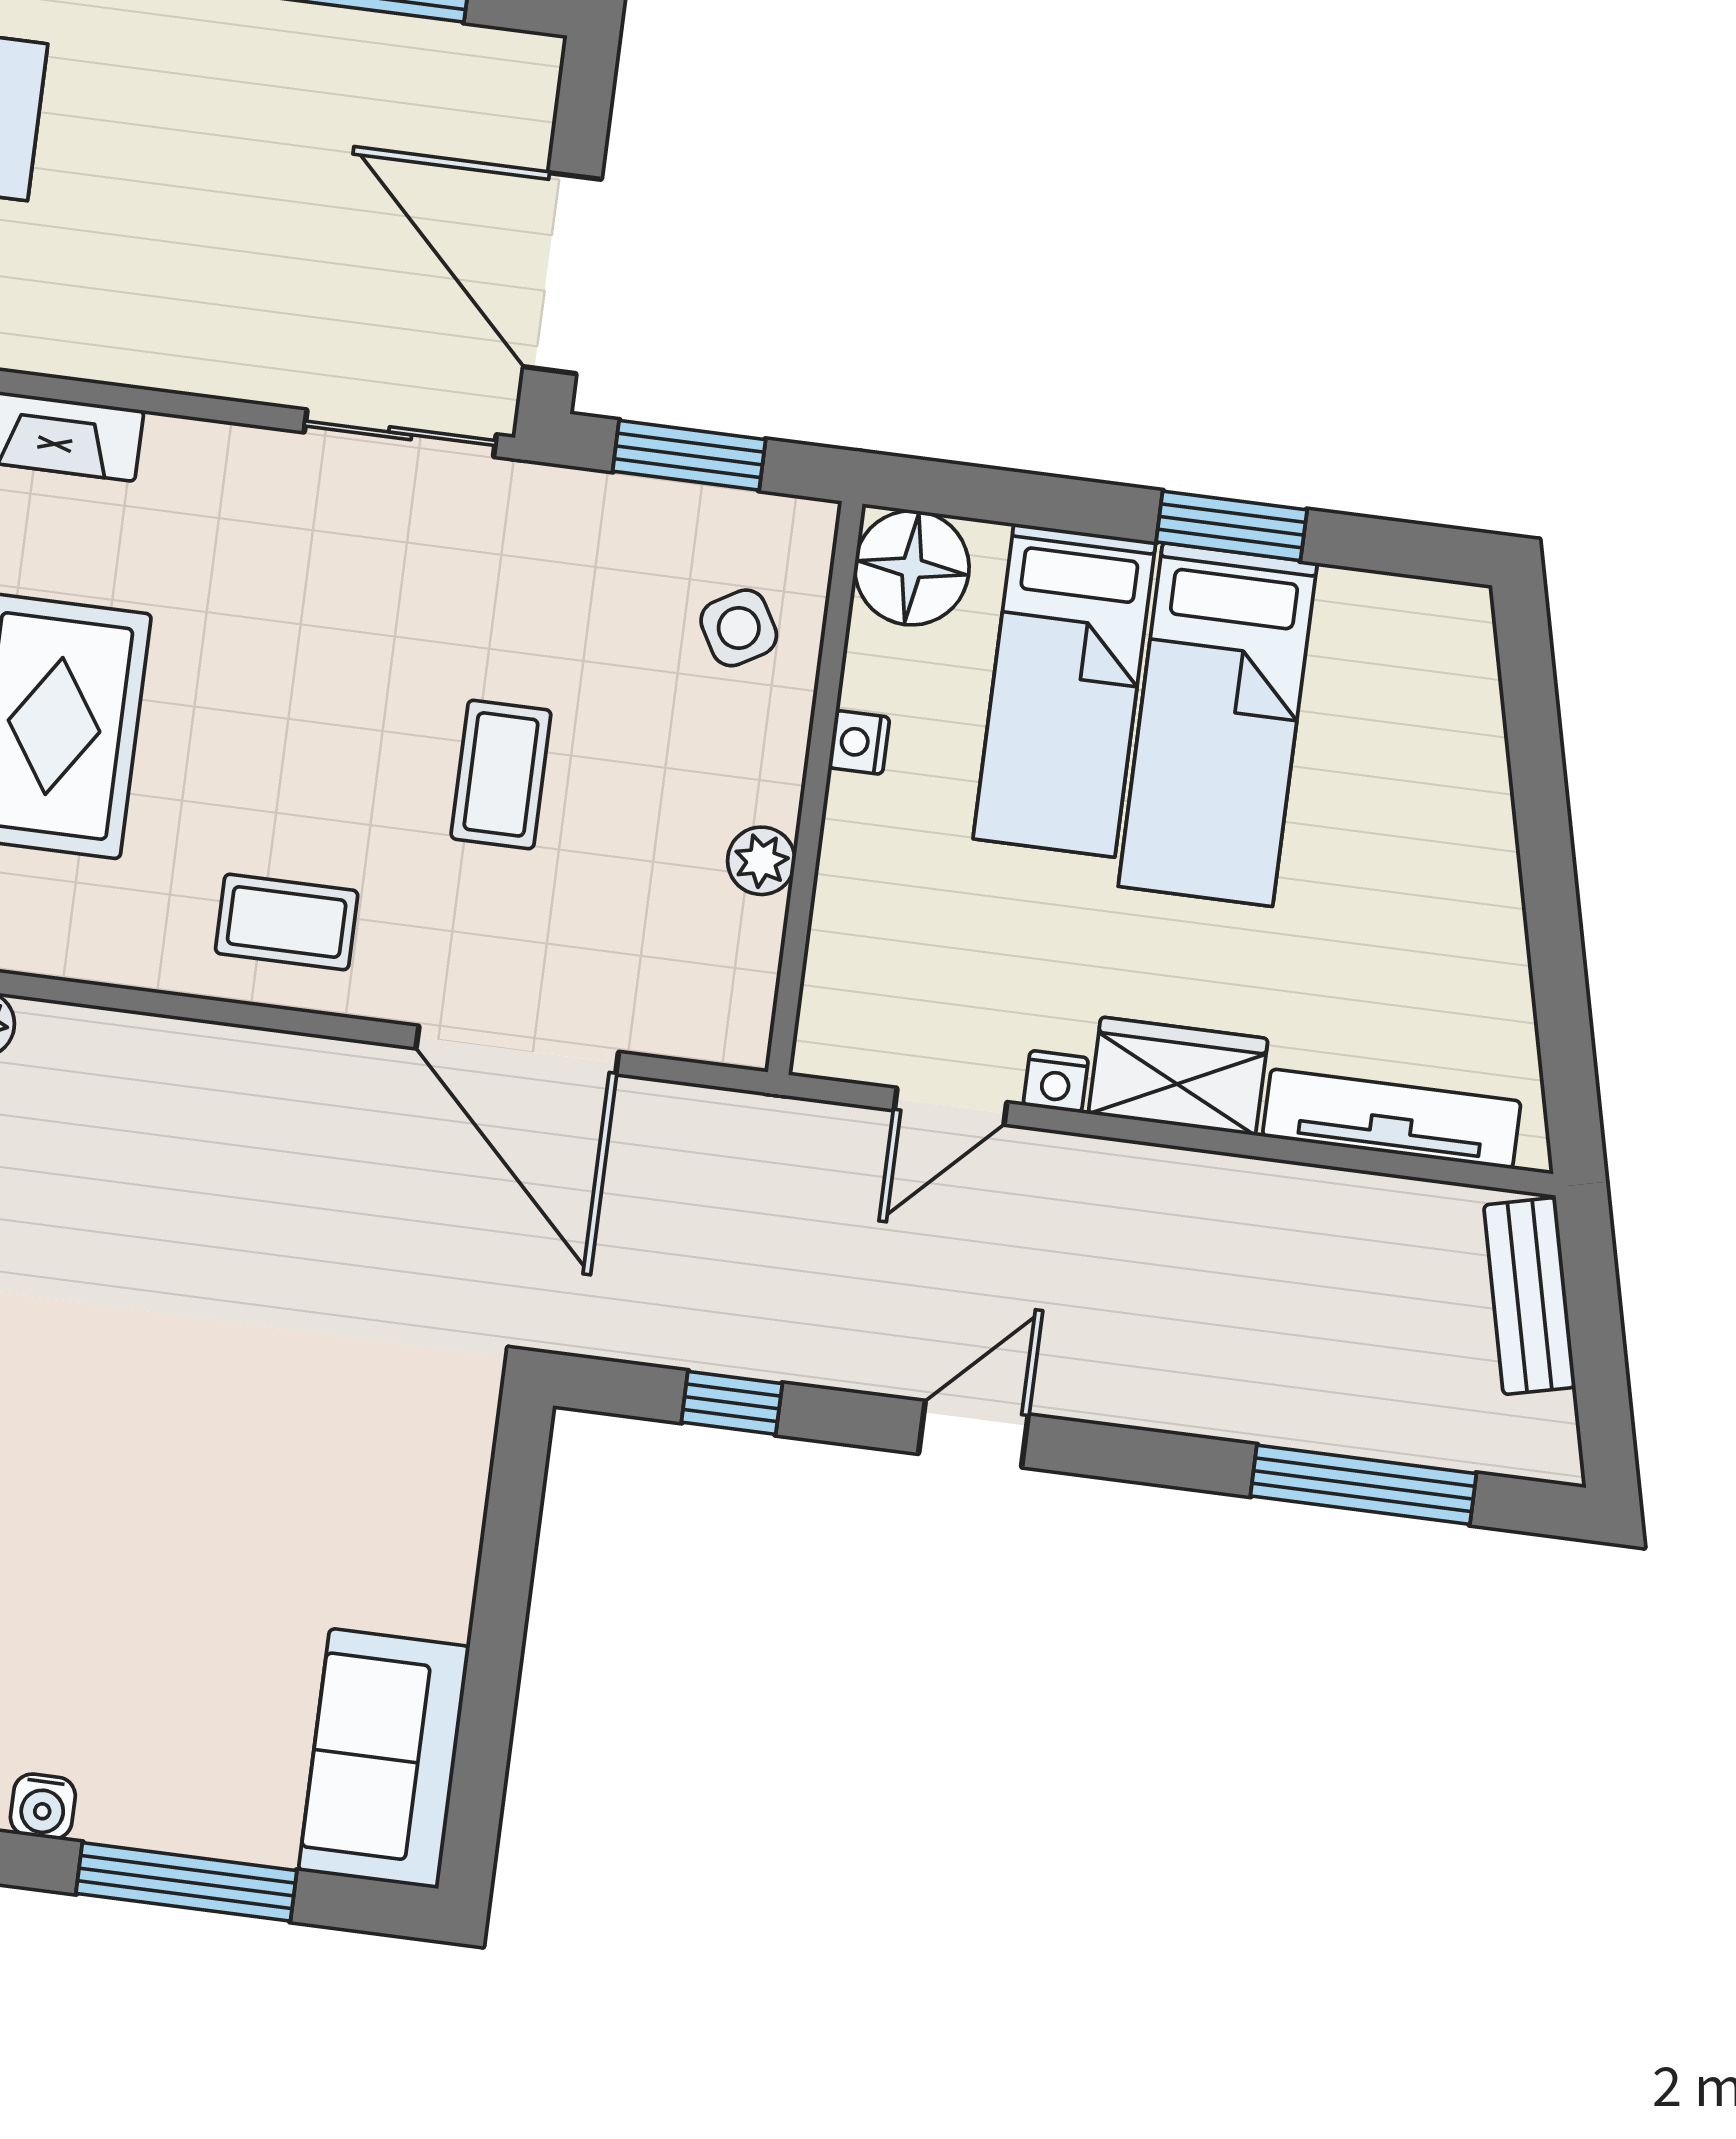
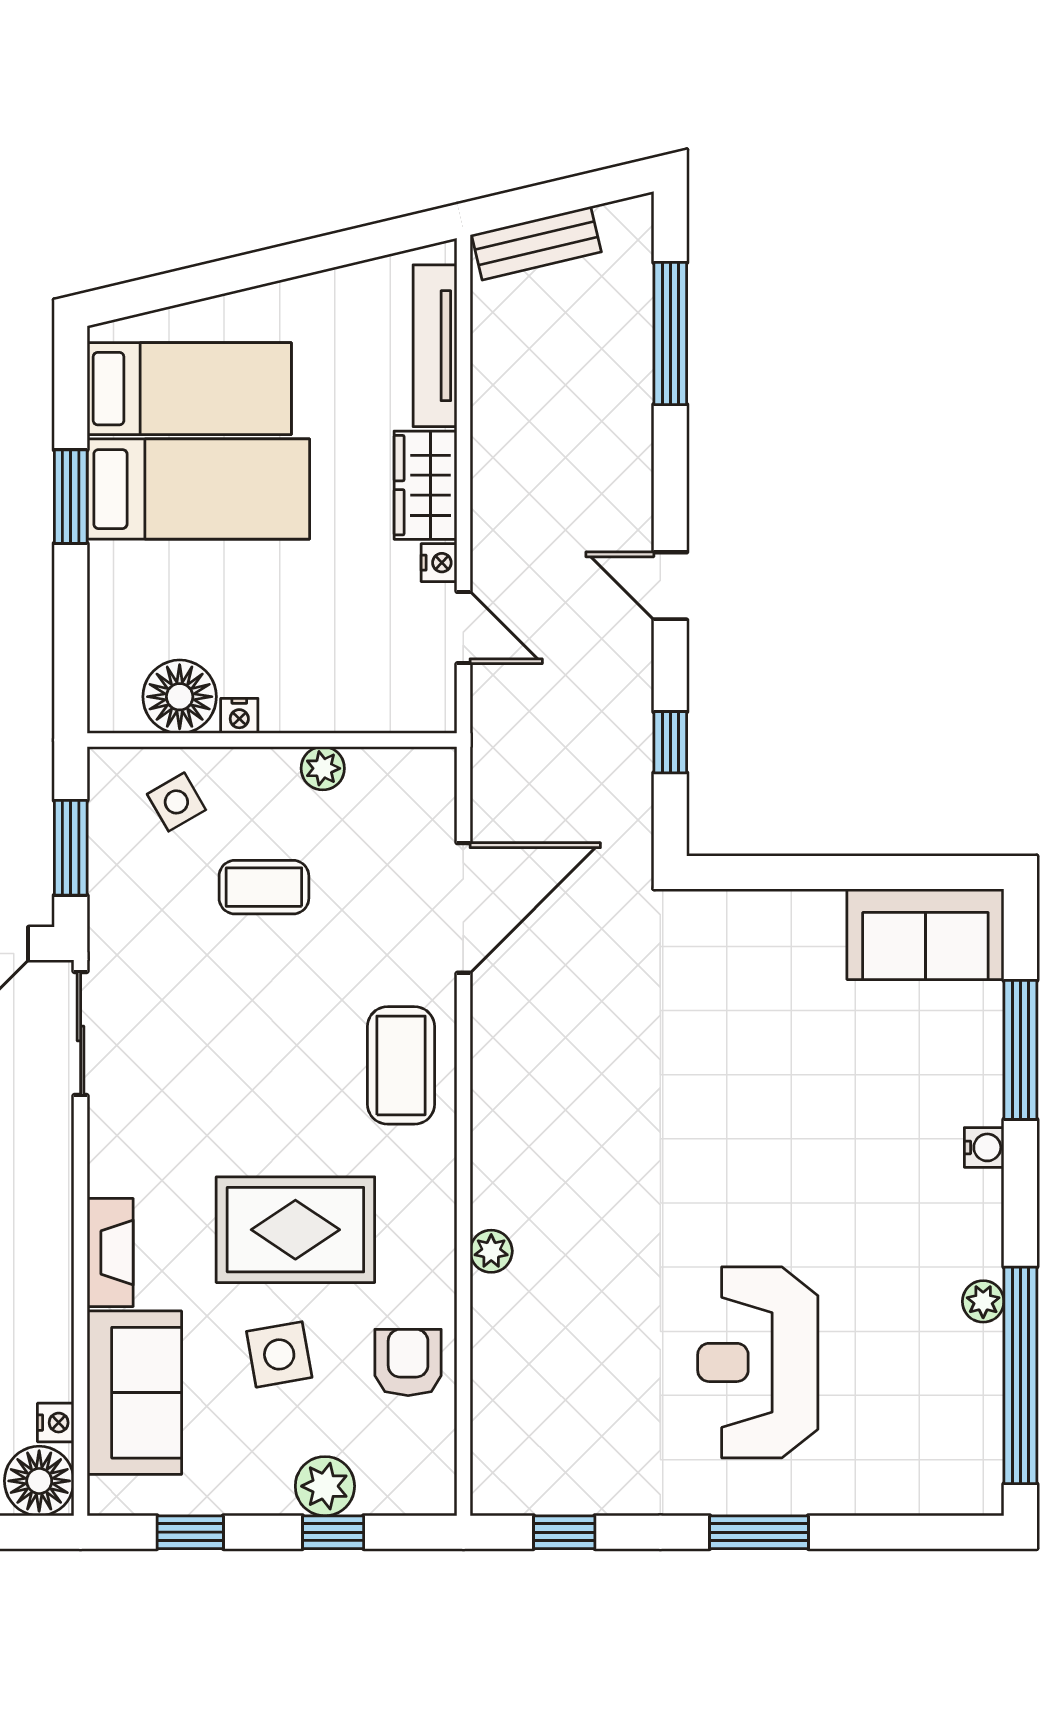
floor lamp: (912, 568) -> (180, 697), moved
bed: (1064, 690) -> (189, 389), moved
coffee table: (501, 774) -> (264, 887), moved
coffee table: (287, 922) -> (401, 1065), width x1.36, depth x1.30

